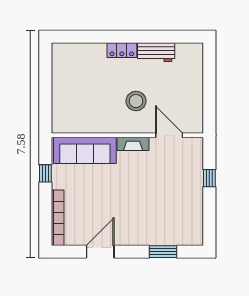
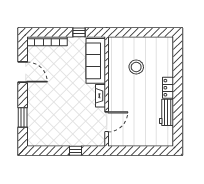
stool: (136, 101) -> (136, 67), moved

